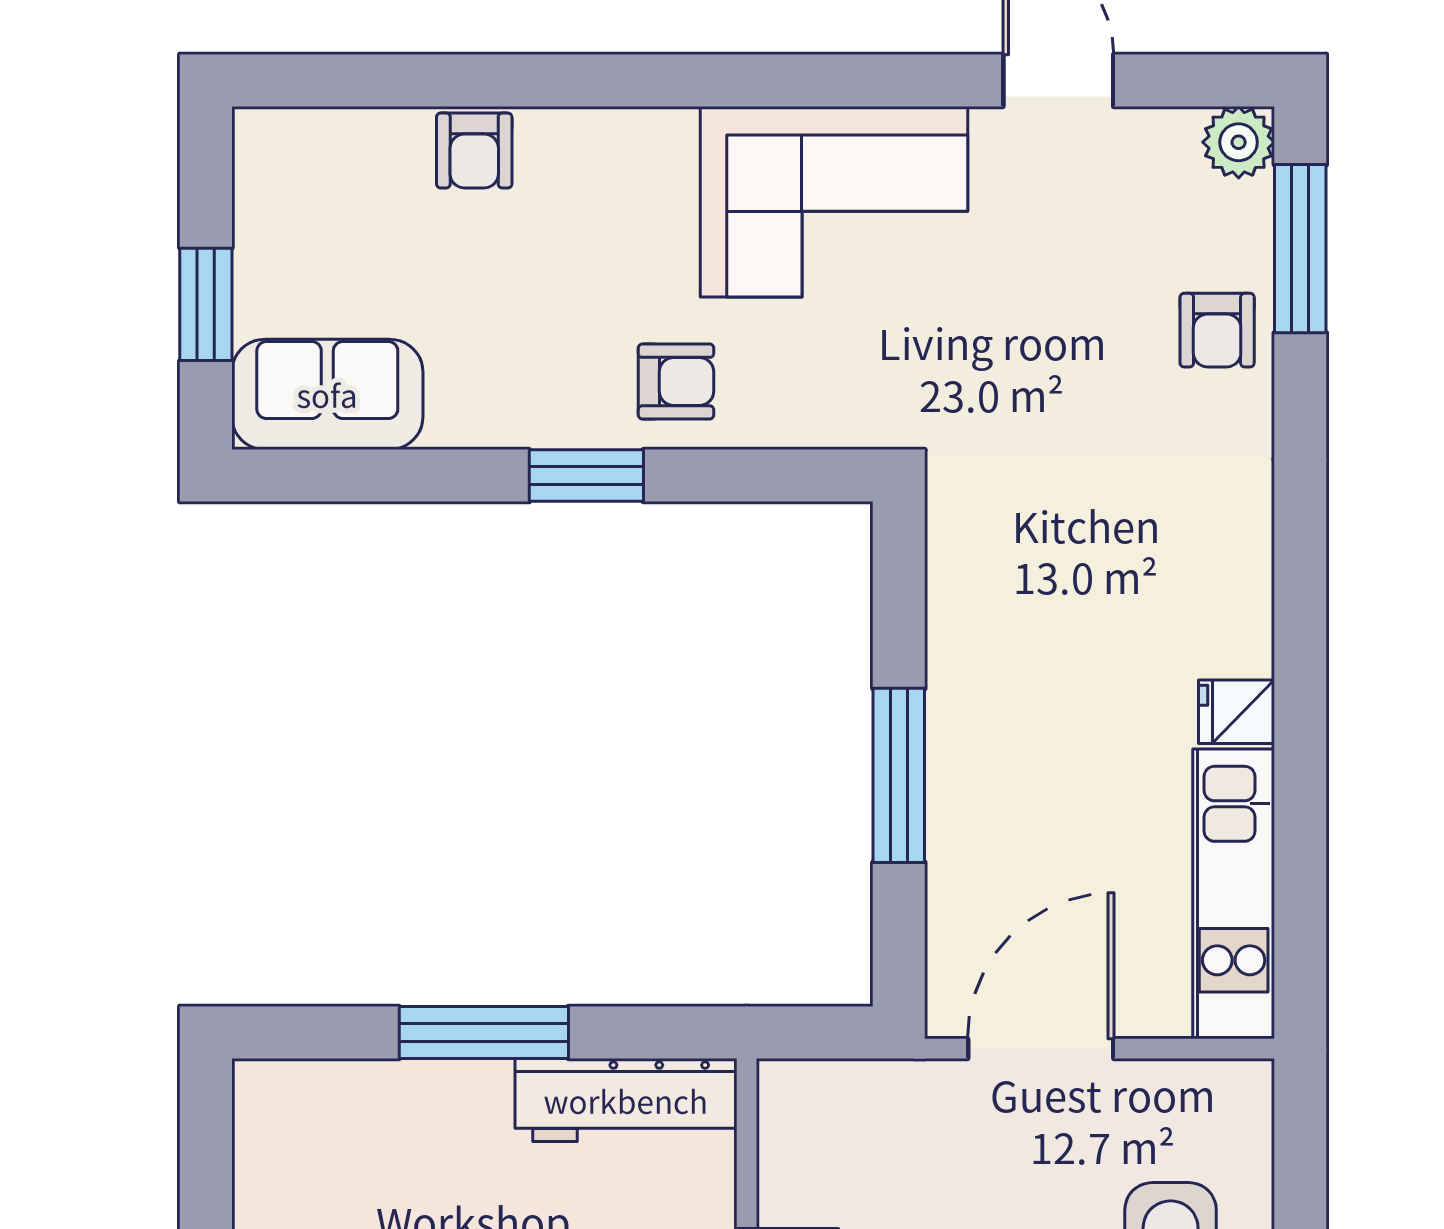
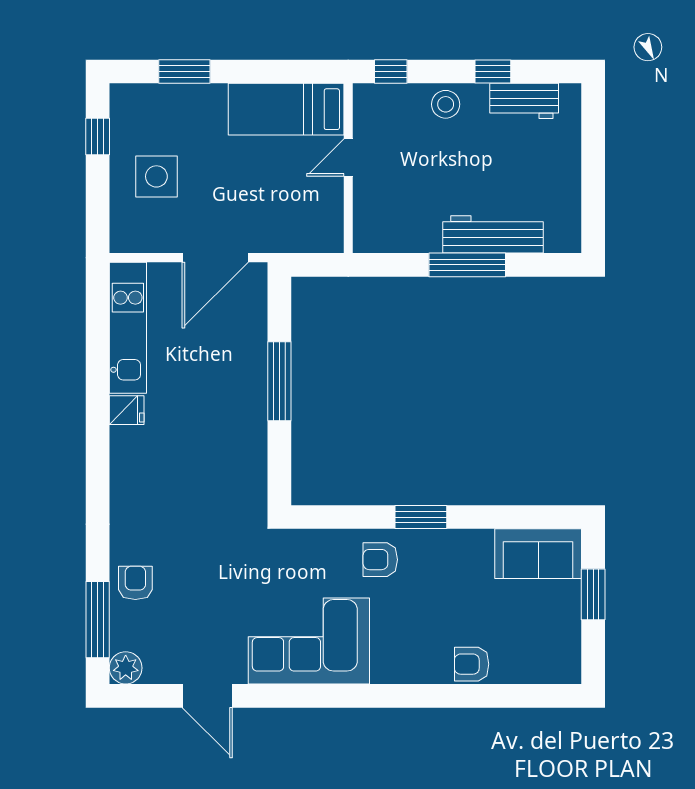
armchair: (474, 150) -> (472, 664), turned -90
workbench: (626, 1100) -> (493, 234), moved

